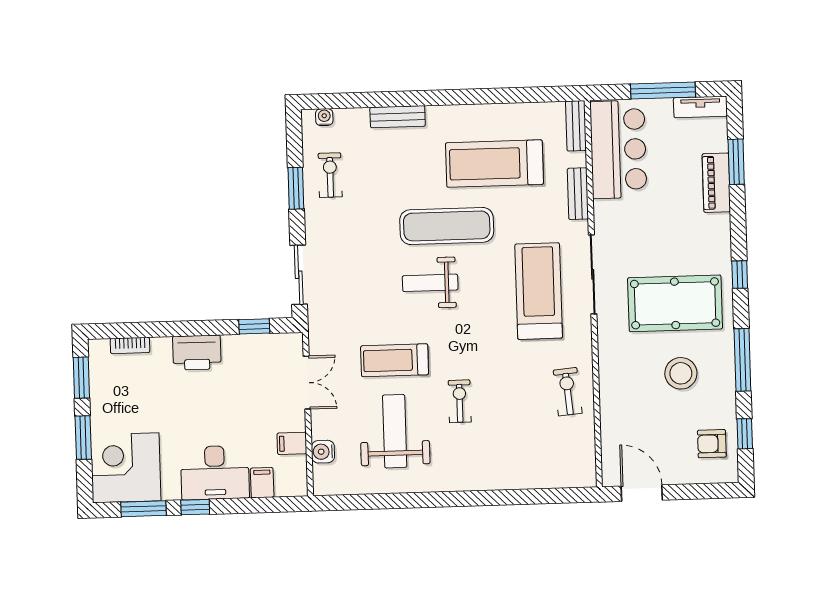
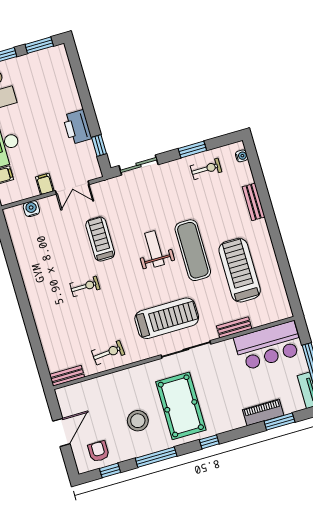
bench: (576, 126) -> (67, 376), moved
bookcase: (130, 345) -> (67, 71), removed
printer: (197, 353) -> (77, 127), moved
weight bench: (395, 431) -> (56, 250), removed
filing cabinet: (292, 443) -> (45, 184), moved
door: (642, 493) -> (61, 432), moved

